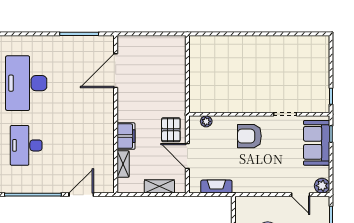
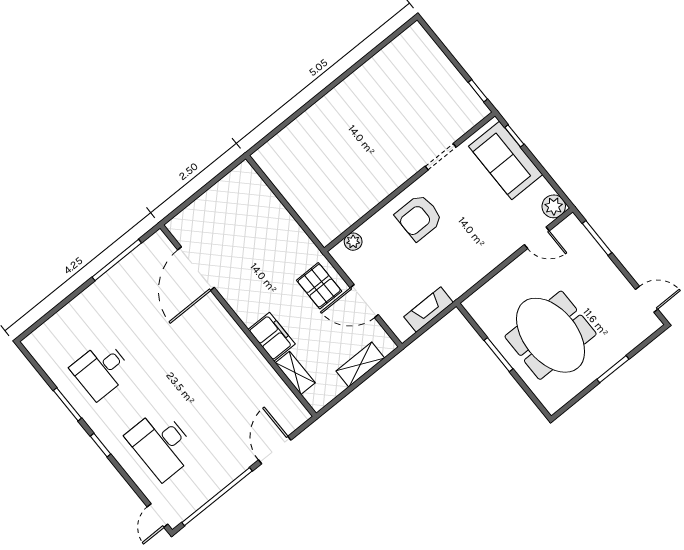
desk: (26, 83) -> (101, 370), width x0.53, depth x0.77

